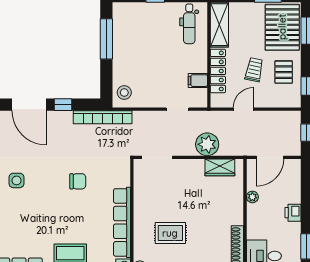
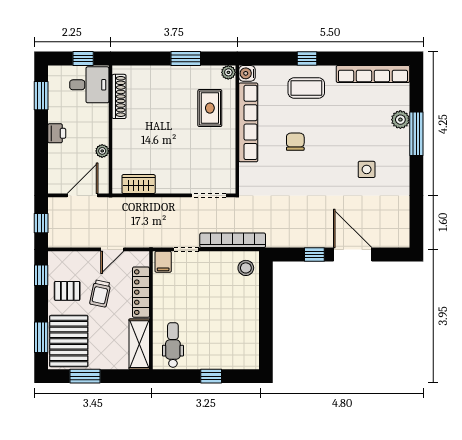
window: (106, 39) -> (266, 328), removed
pallet: (284, 72) -> (67, 291), turned 90
filing cabinet: (198, 81) -> (163, 262), moved, turned 90
bookcase: (103, 117) -> (233, 240), moved
plant: (207, 144) -> (153, 210), removed
chair: (78, 181) -> (295, 142), moved, turned 90
rug: (170, 233) -> (210, 108), moved, turned 90

